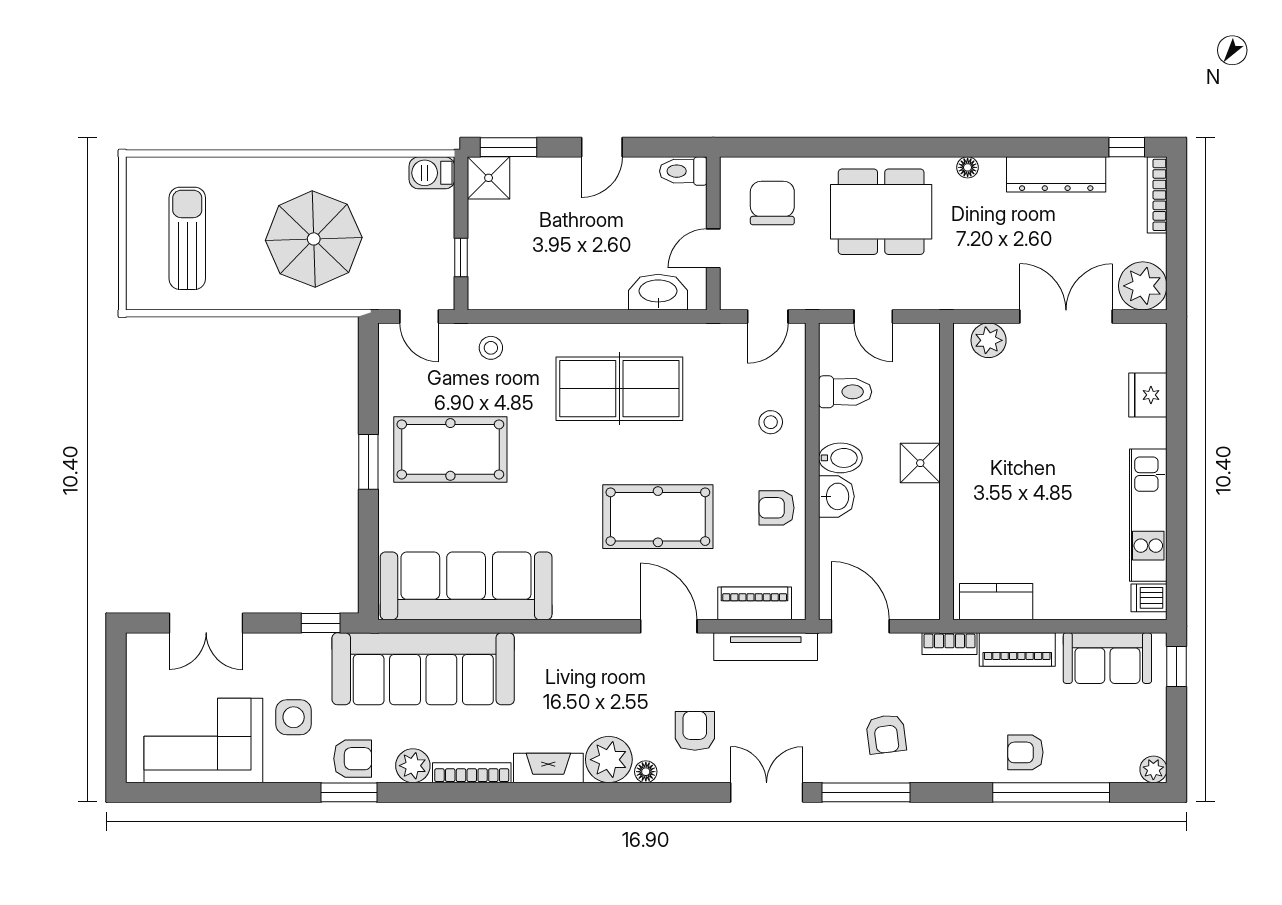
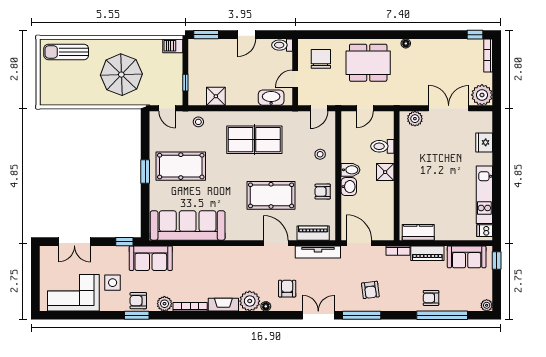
dresser: (1056, 174) -> (444, 46), removed
shower: (489, 178) -> (216, 96), moved
sun lounger: (187, 238) -> (66, 52), moved, turned -90
door: (873, 316) -> (365, 108), hinge flipped
toilet: (845, 392) -> (382, 146), moved, turned 180
sofa: (423, 669) -> (151, 258), width x0.54, depth x0.79
armchair: (353, 759) -> (138, 301), turned 180

